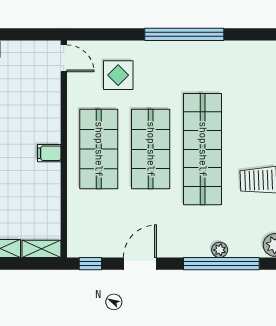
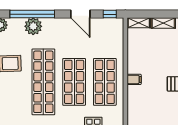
plant: (220, 250) -> (33, 26), width x1.88, depth x1.88
door: (140, 264) -> (80, 14), hinge flipped

